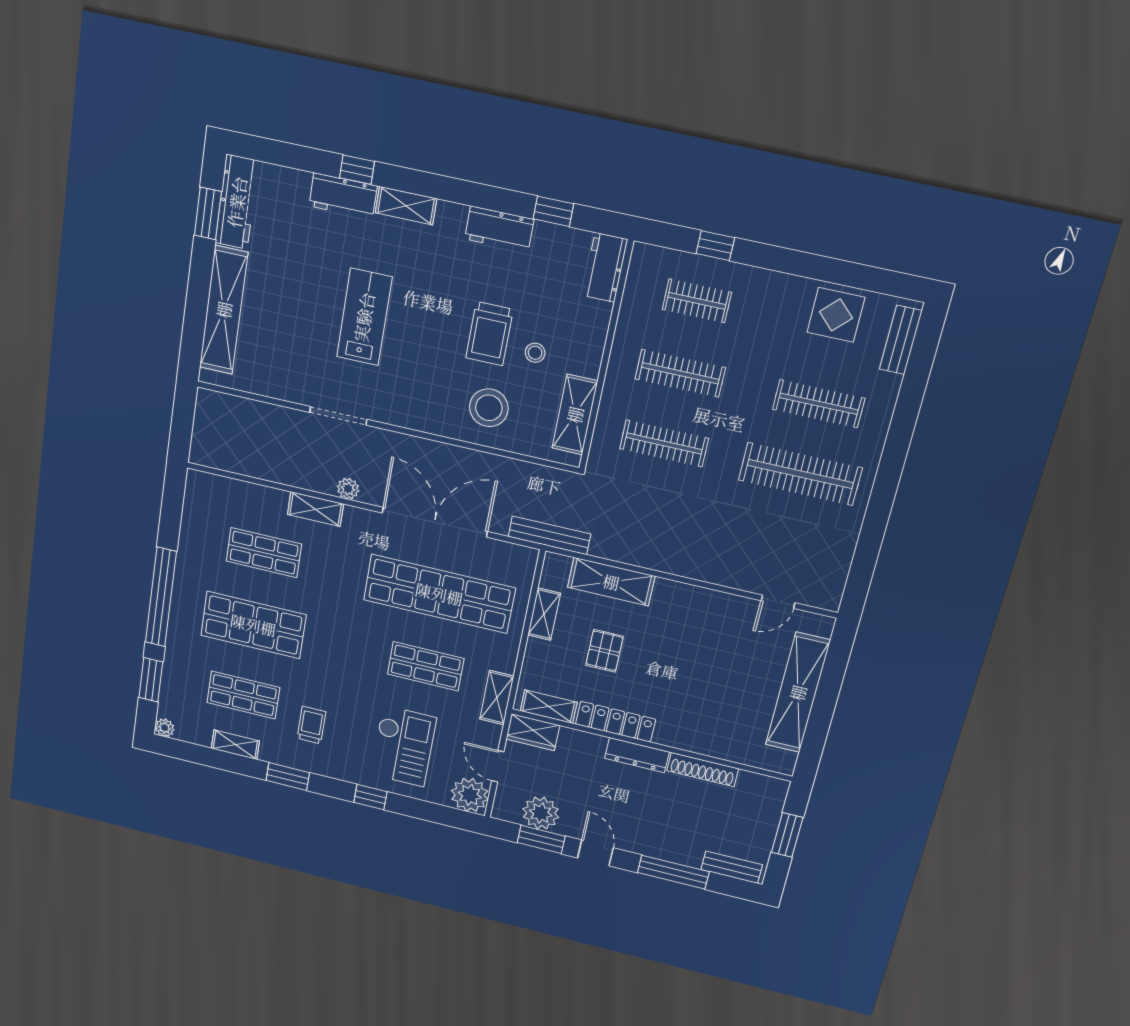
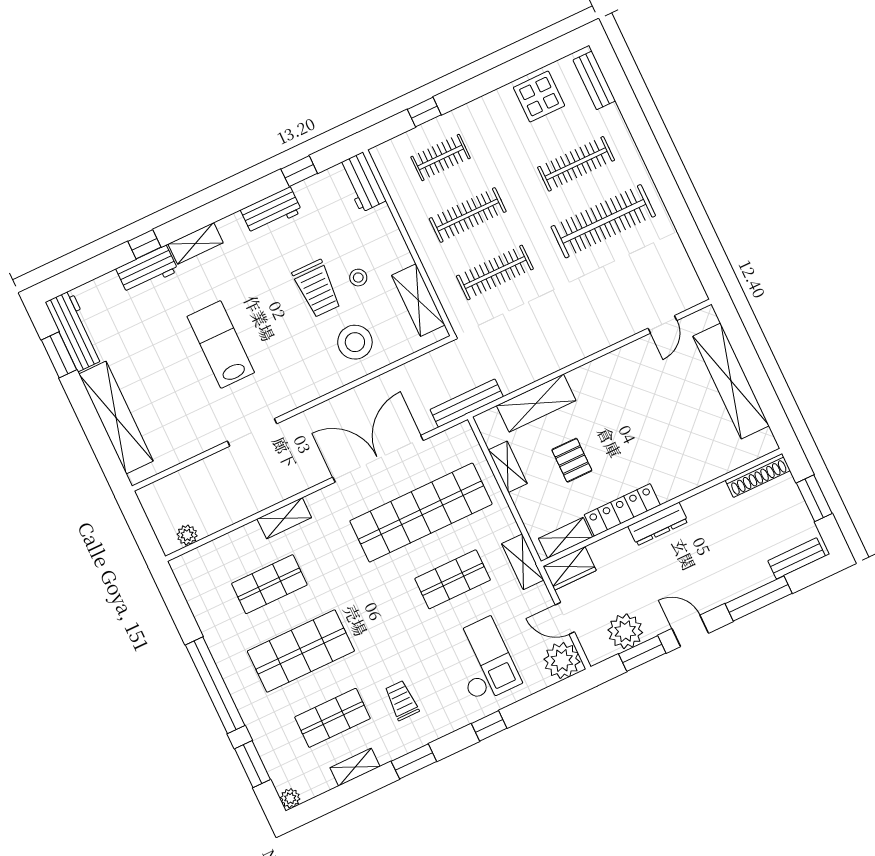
plant: (348, 489) -> (187, 535), moved
shoe rack: (703, 770) -> (758, 475), moved

